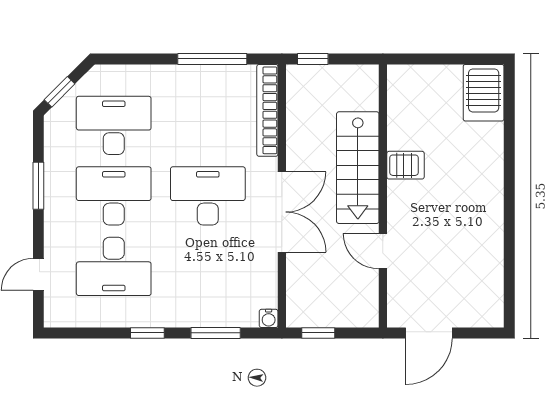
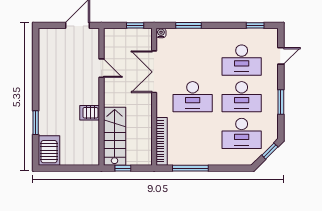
window: (313, 59) -> (123, 168), moved
window: (509, 146) -> (36, 123), added
stairs: (358, 168) -> (115, 136), moved
double door: (282, 212) -> (154, 72), moved
desk: (114, 266) -> (242, 60), turned 180
window: (147, 333) -> (255, 25), moved

